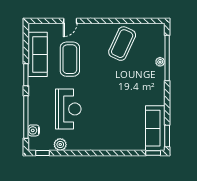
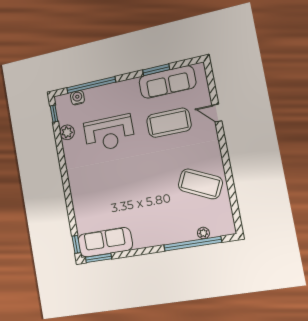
plant: (160, 62) -> (203, 233), moved
window: (26, 75) -> (156, 70), moved

